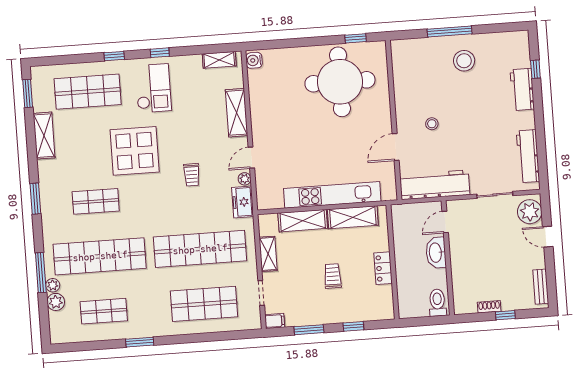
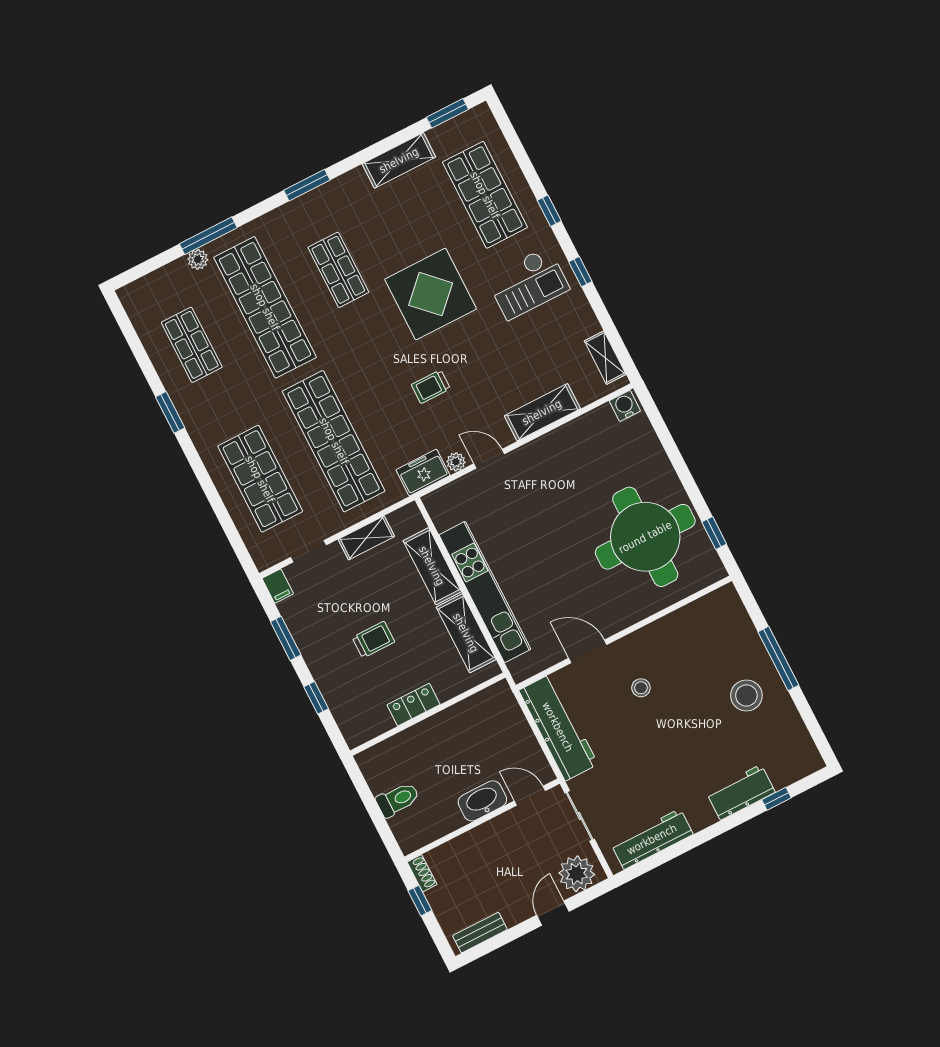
door: (445, 222) -> (530, 796), moved
washbasin: (436, 253) -> (482, 801), moved
wall: (448, 258) -> (482, 820), moved
plant: (56, 302) -> (177, 273), removed

